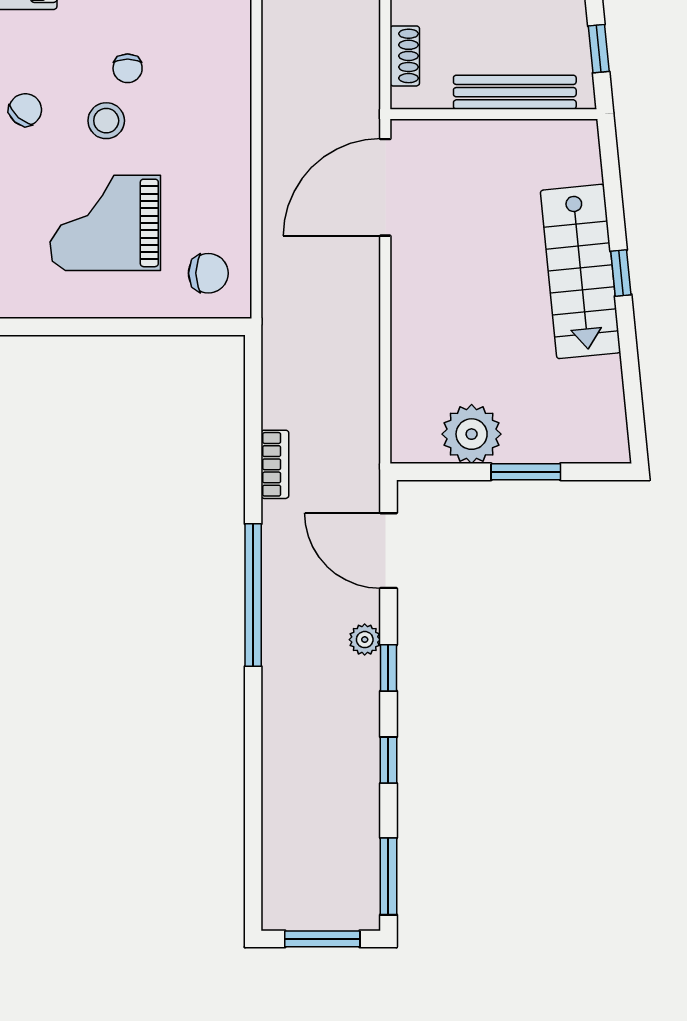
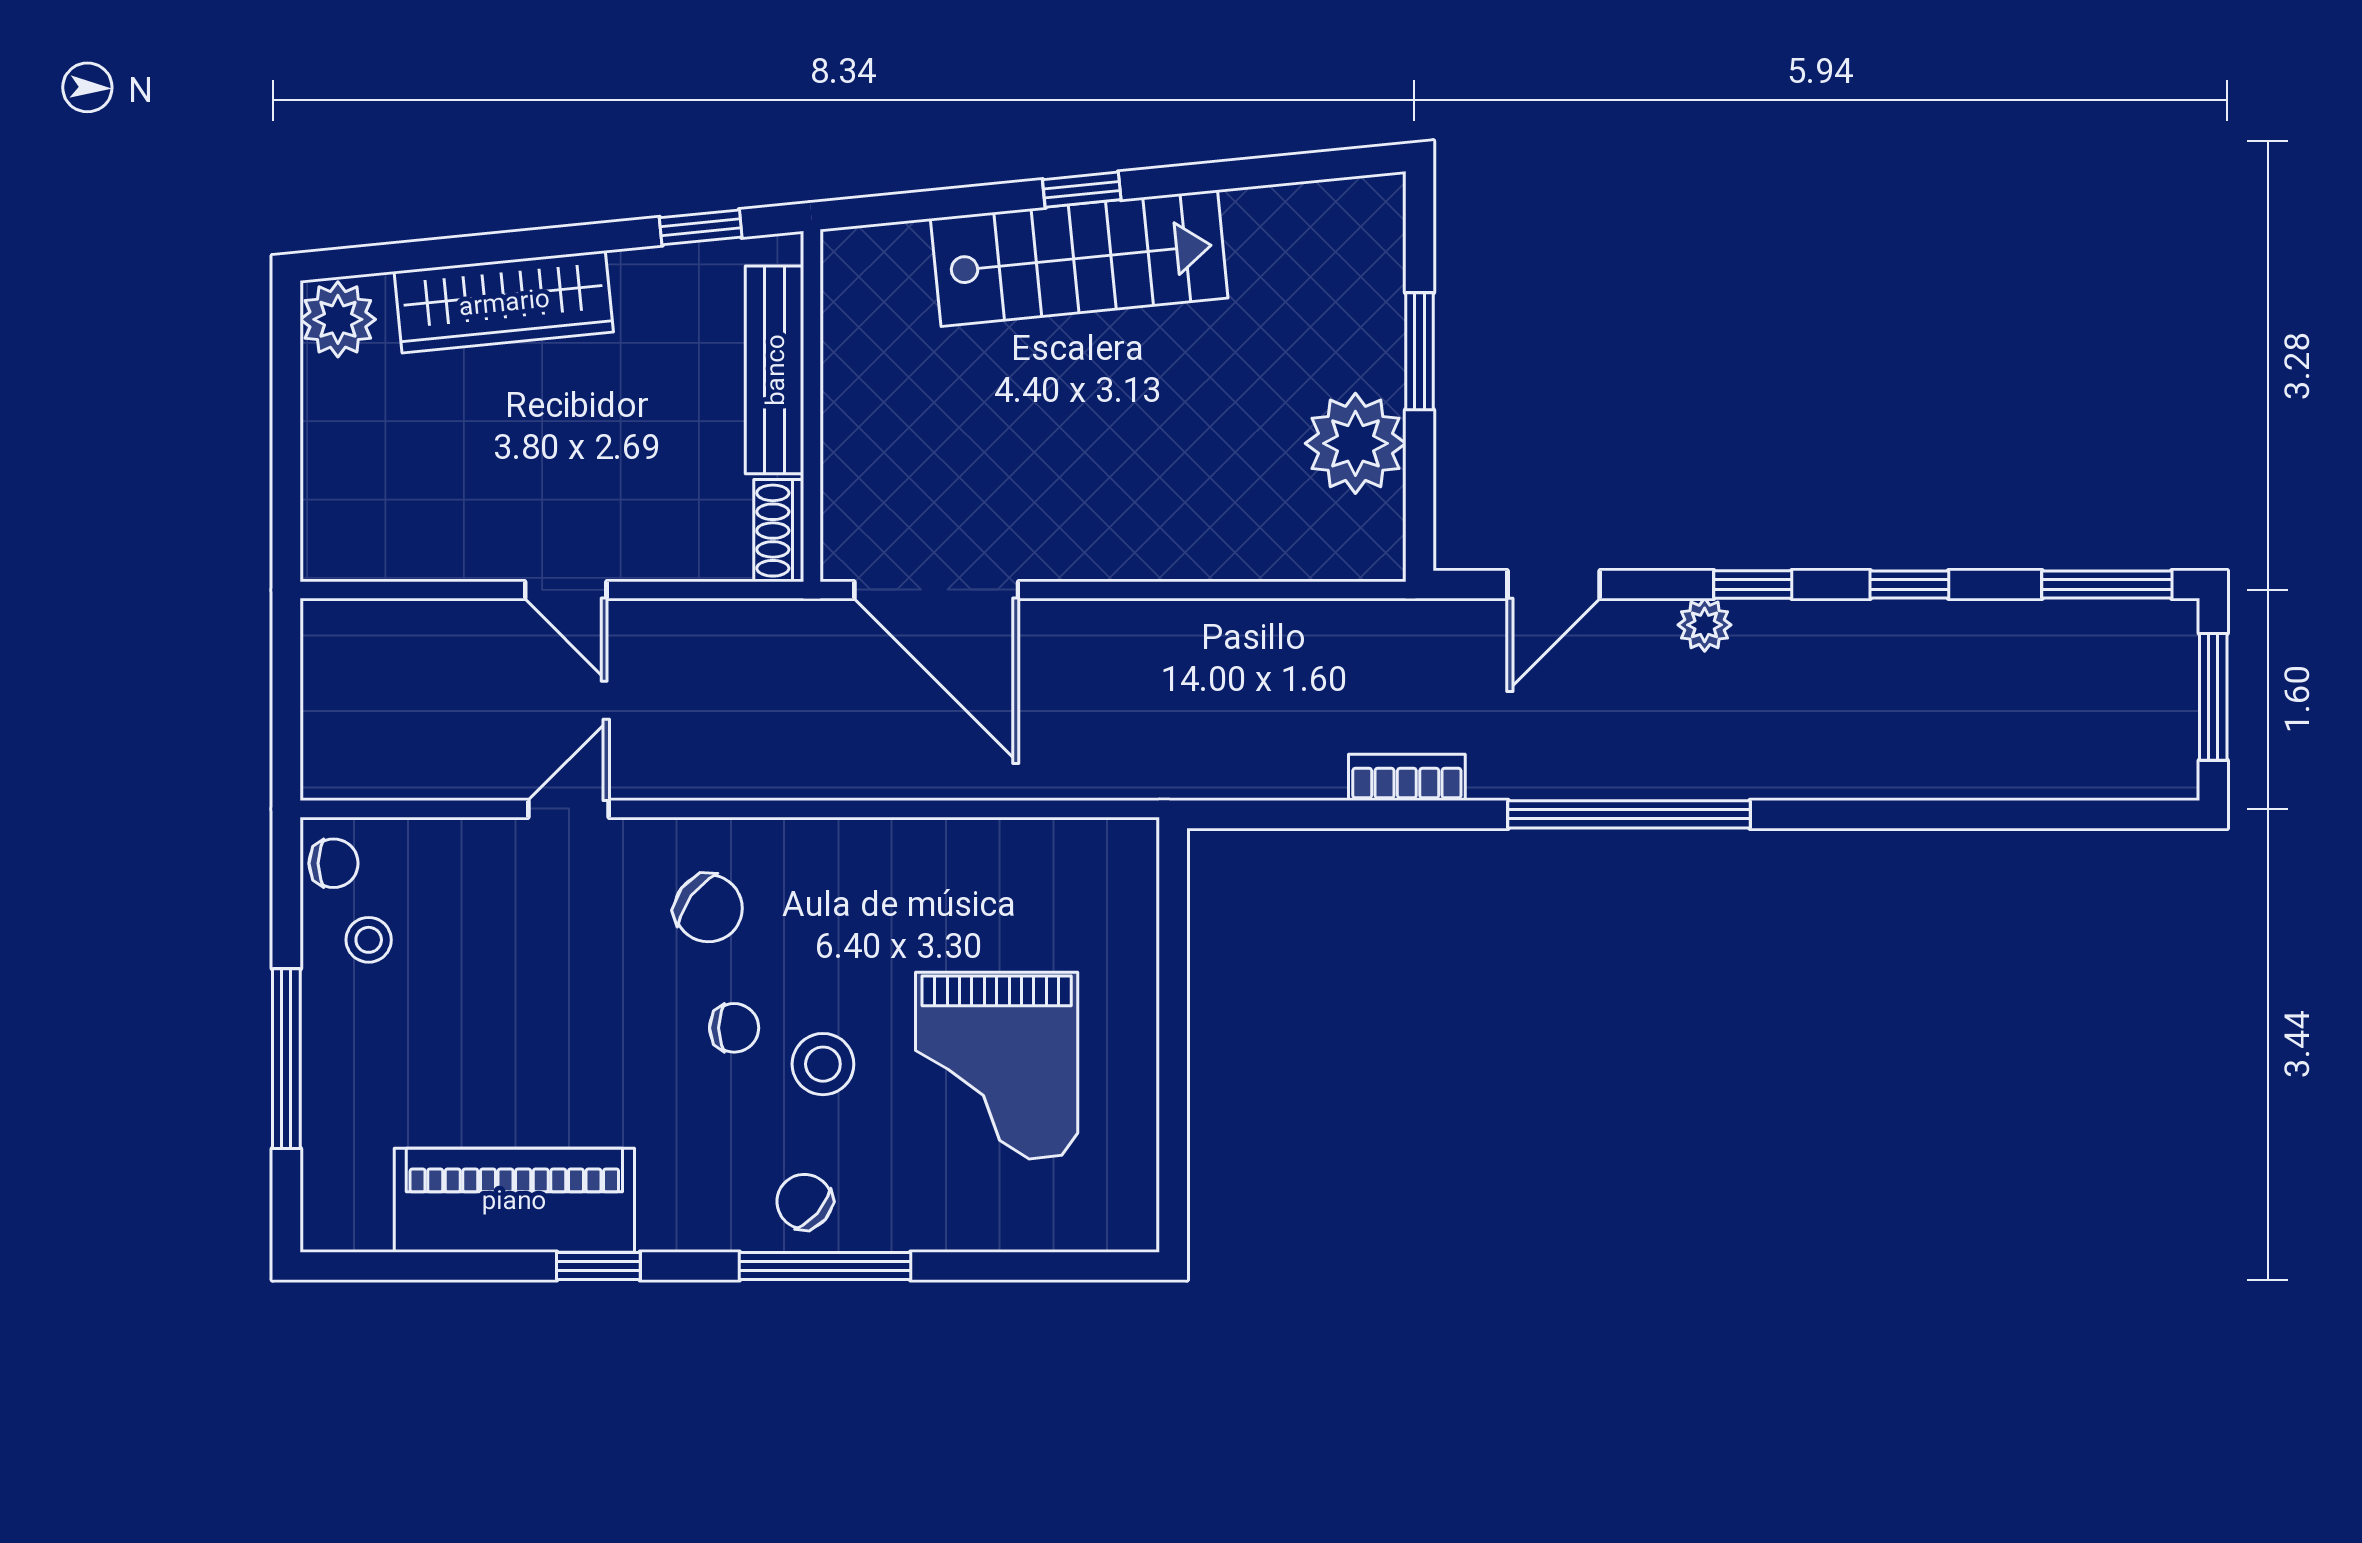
shoe rack: (405, 56) -> (779, 531), moved, turned -90
chair: (208, 273) -> (708, 908), moved, turned 127
door: (388, 551) -> (1554, 585), width x0.73

